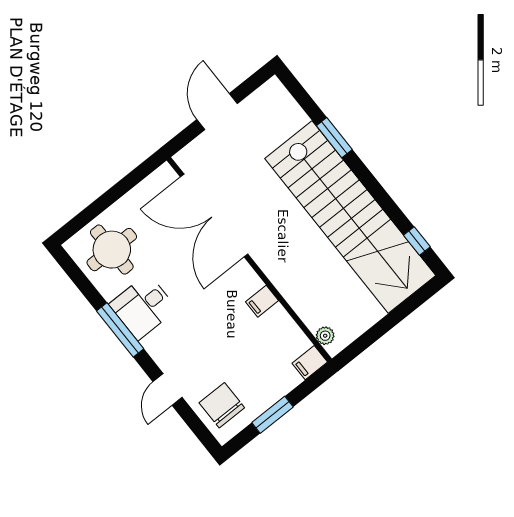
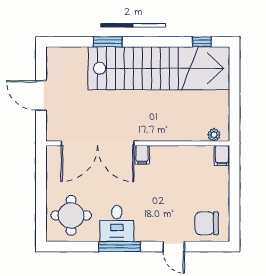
filing cabinet: (262, 301) -> (142, 155), moved
window: (272, 415) -> (234, 199), removed

